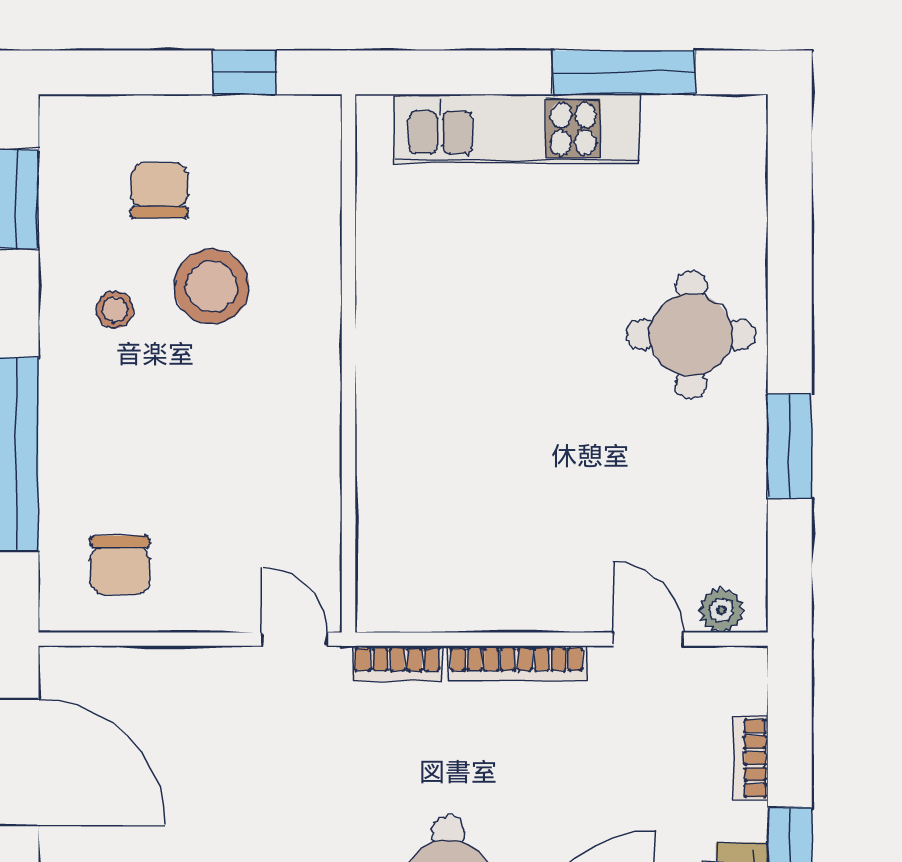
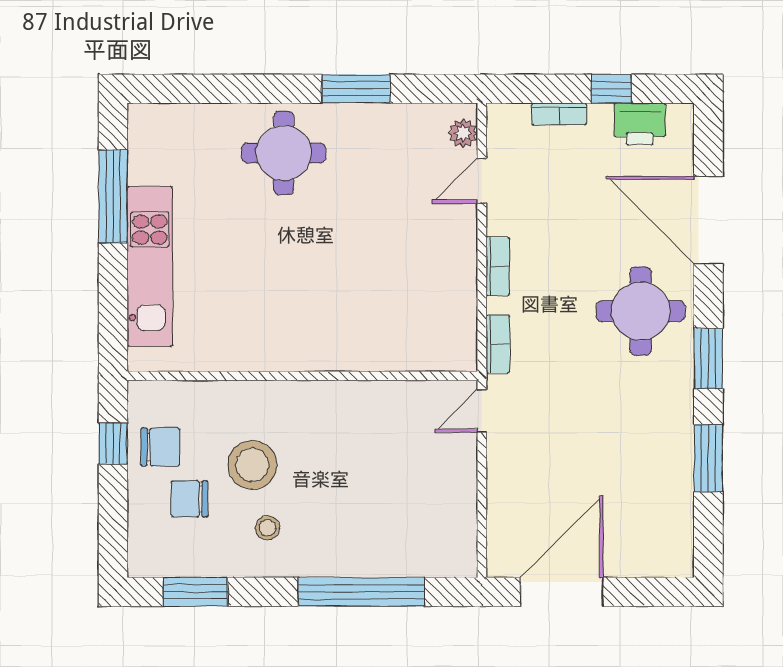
chair: (120, 565) -> (160, 447), moved
bookcase: (517, 664) -> (498, 266), width x0.64

